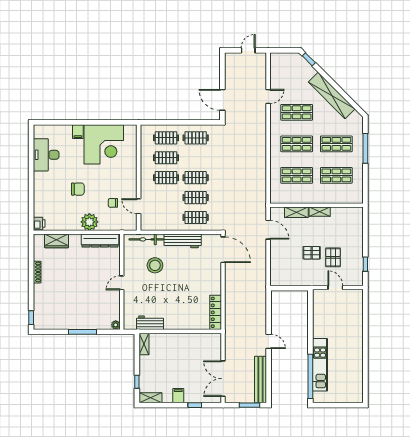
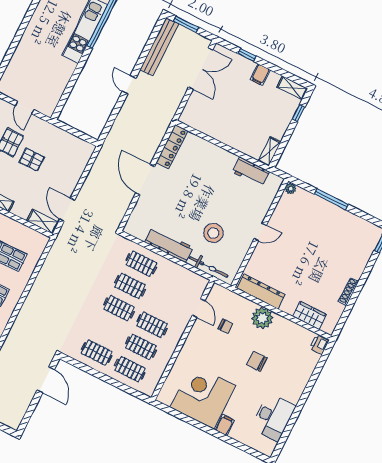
shelving: (296, 212) -> (43, 222), moved
door: (223, 250) -> (145, 180), moved

